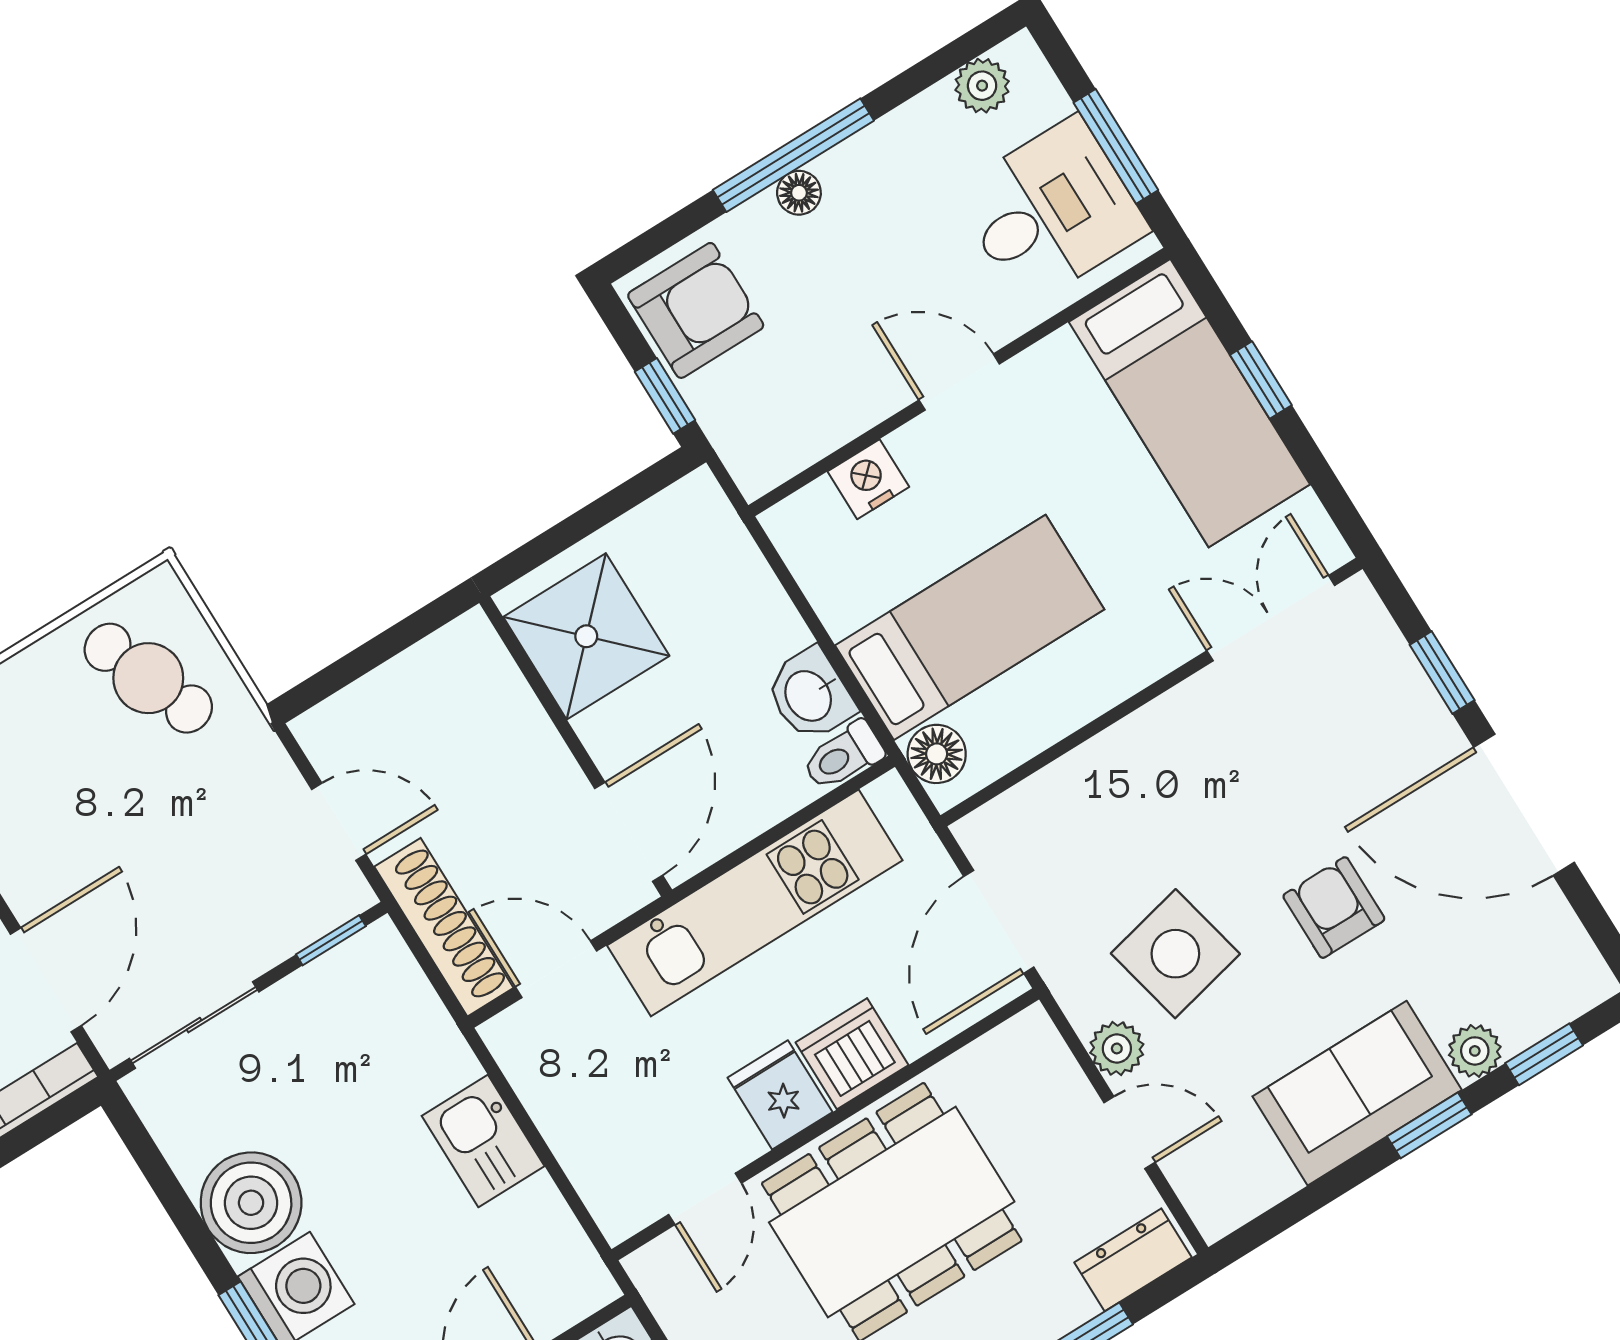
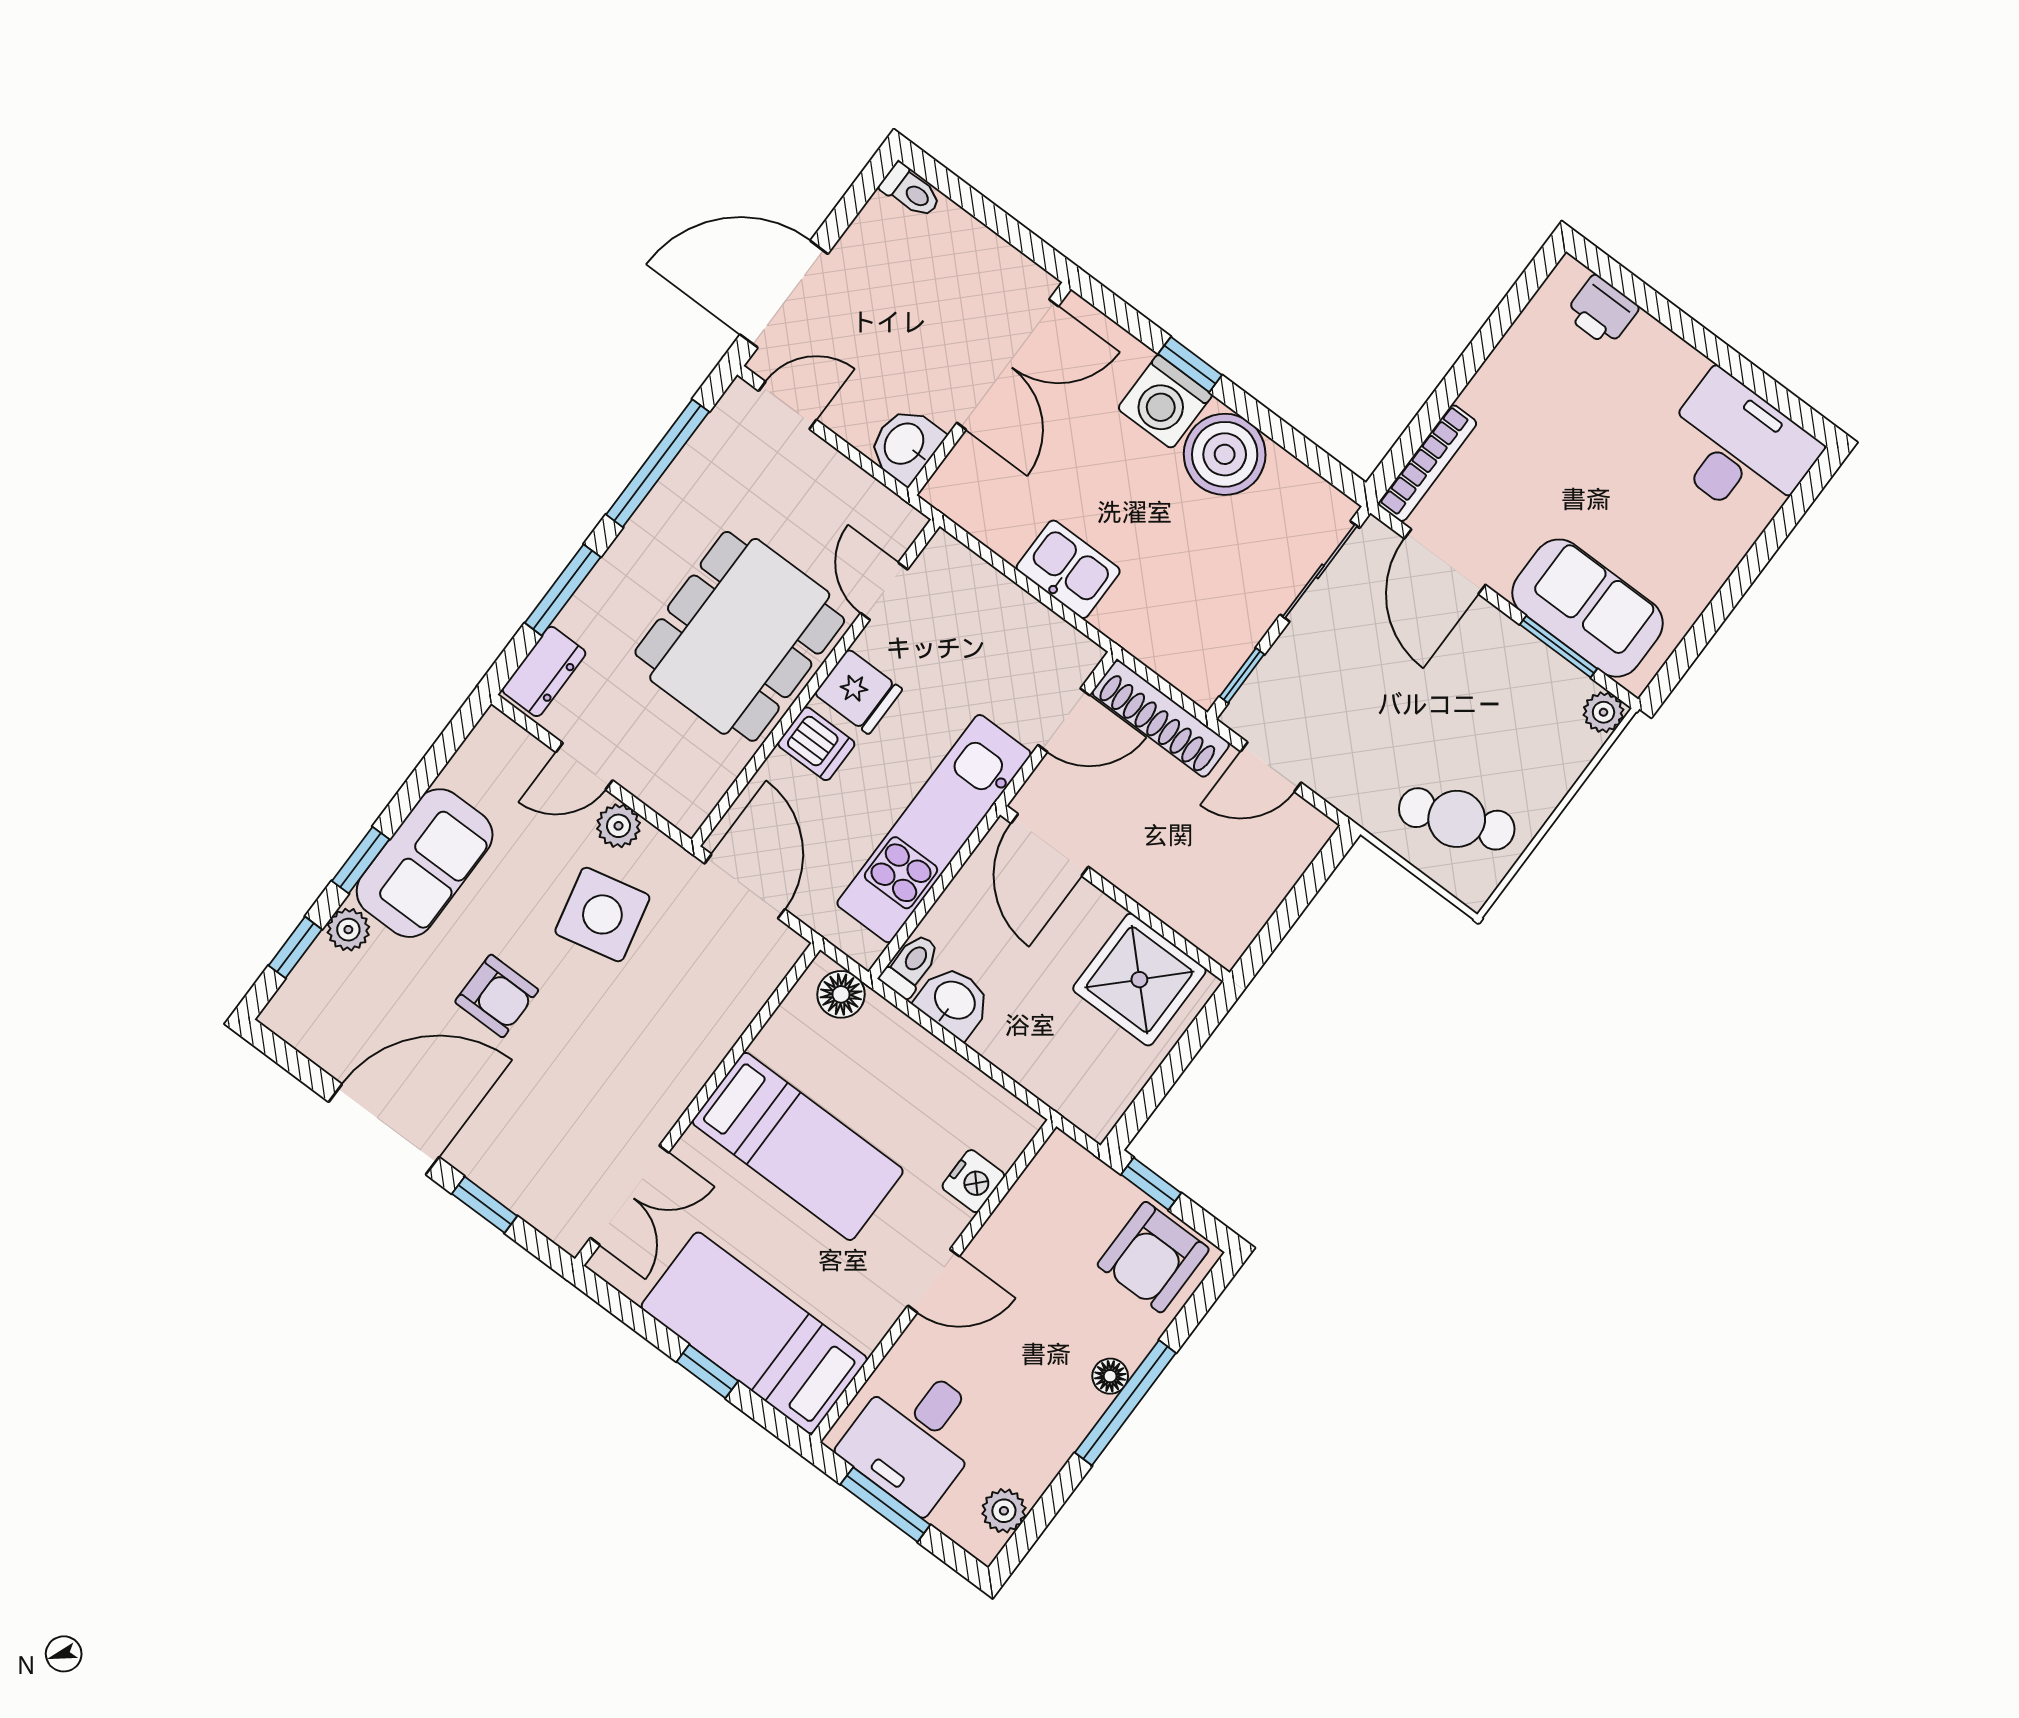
bed: (970, 627) -> (798, 1146), moved, turned -90
dishwasher: (852, 1054) -> (816, 744), width x0.73

